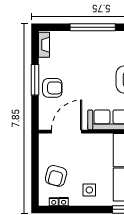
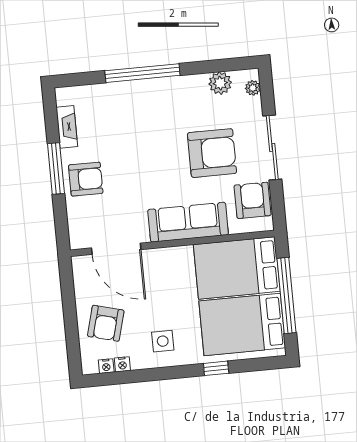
fireplace: (44, 45) -> (67, 127), moved
door: (67, 132) -> (116, 249), swing flipped

